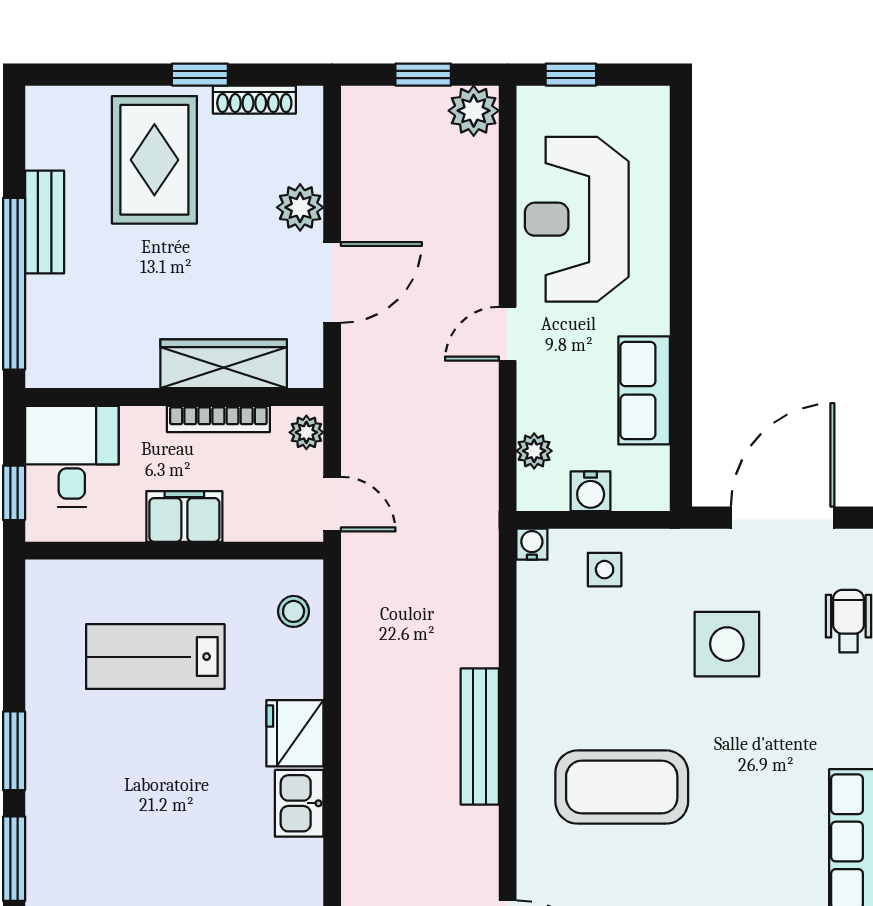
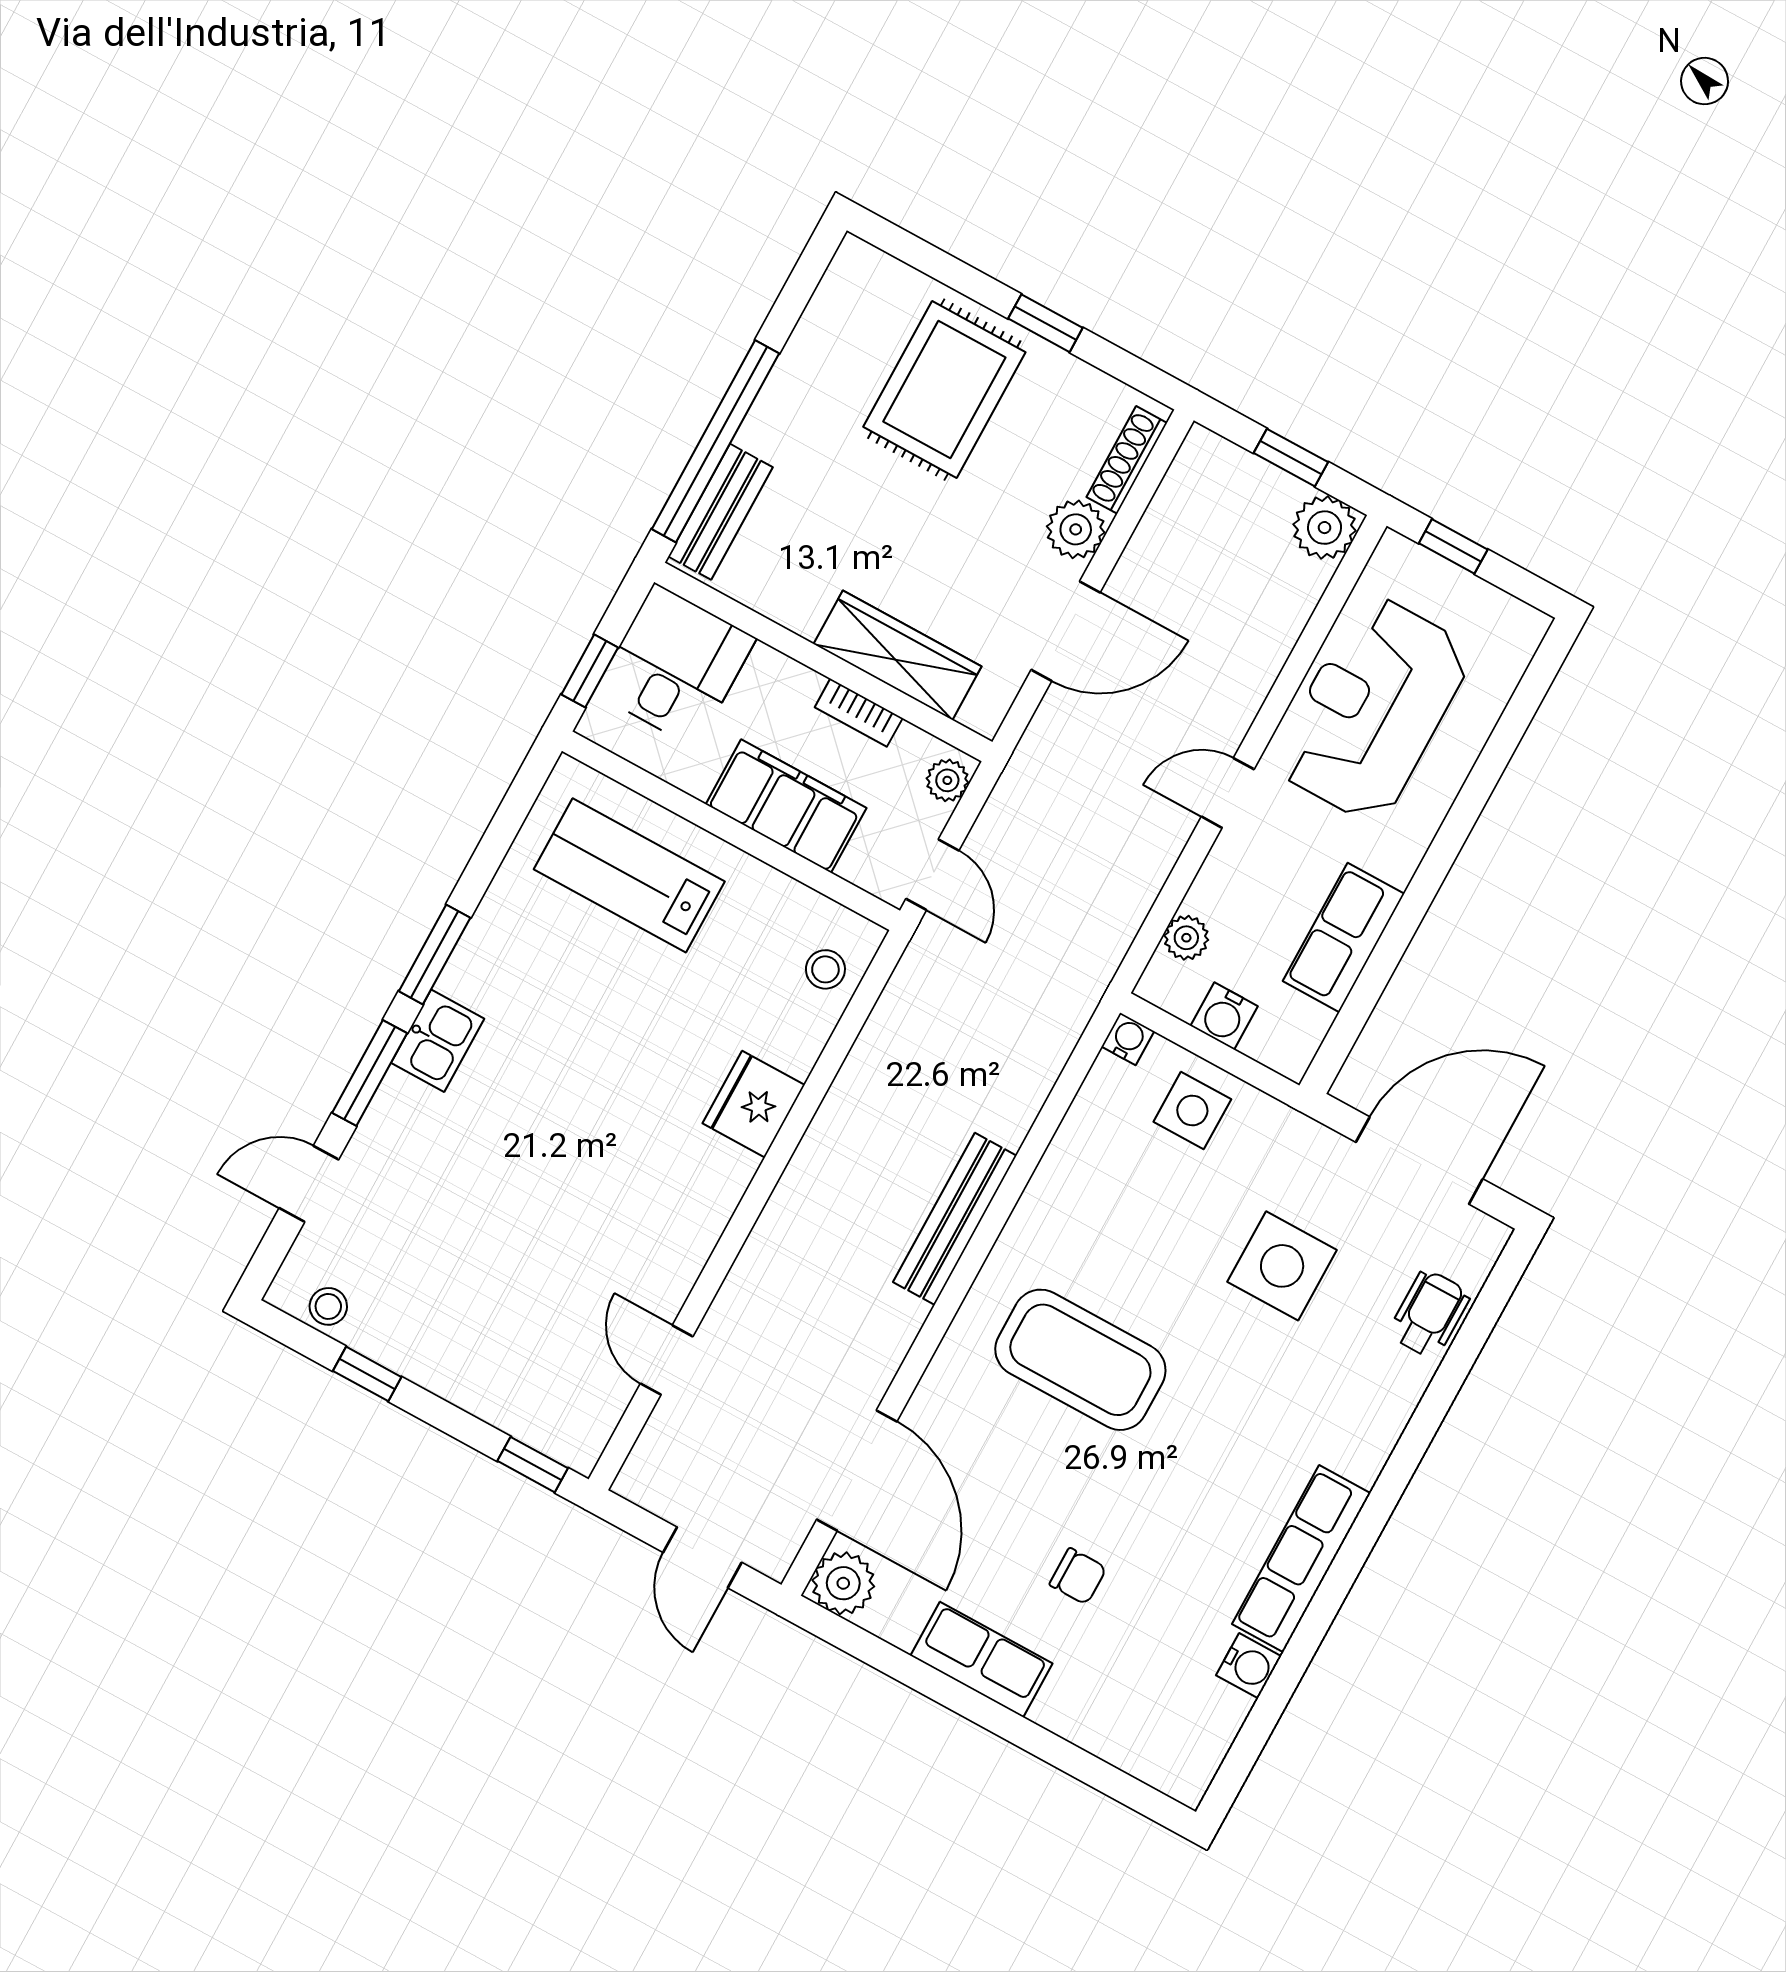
shoe rack: (254, 100) -> (1127, 460), moved, turned 90
bench: (45, 222) -> (720, 512), moved
bookcase: (218, 419) -> (859, 713), width x0.64
filing cabinet: (184, 516) -> (786, 806), width x1.50, depth x1.17
side table: (605, 570) -> (1192, 1110), width x1.37, depth x1.37
lab bench: (155, 657) -> (629, 875), moved
kitchen sink: (299, 803) -> (438, 1041), moved, turned 180

